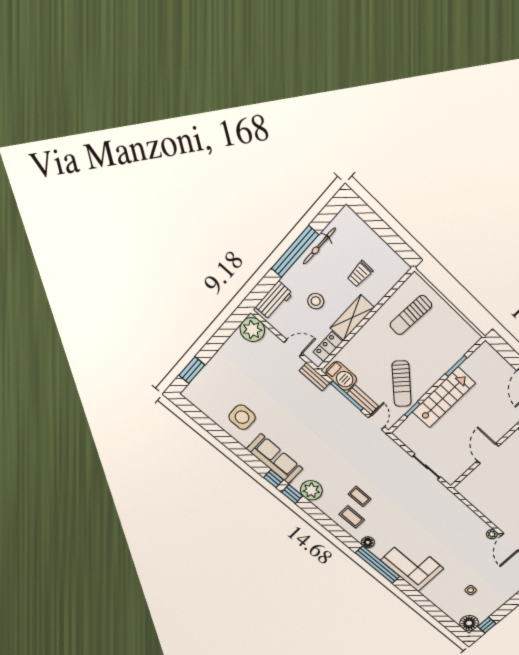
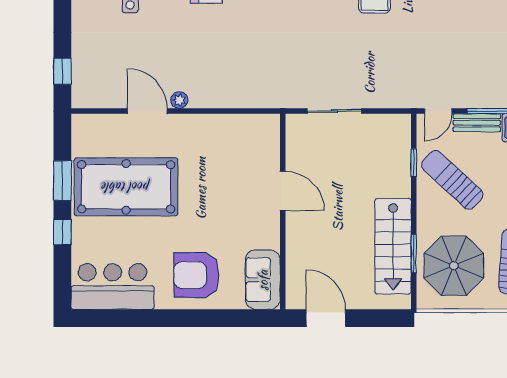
parasol: (442, 341) -> (454, 266), added
stairs: (444, 398) -> (393, 246), moved
door: (376, 422) -> (438, 111), hinge flipped

